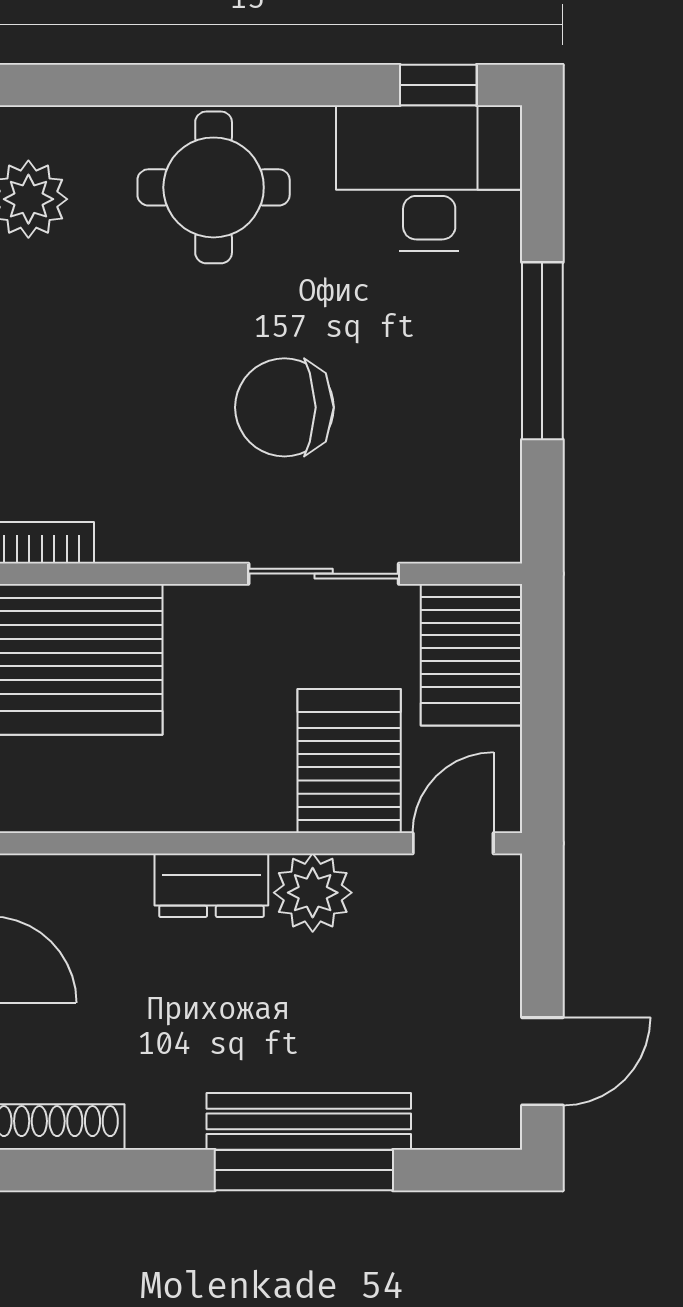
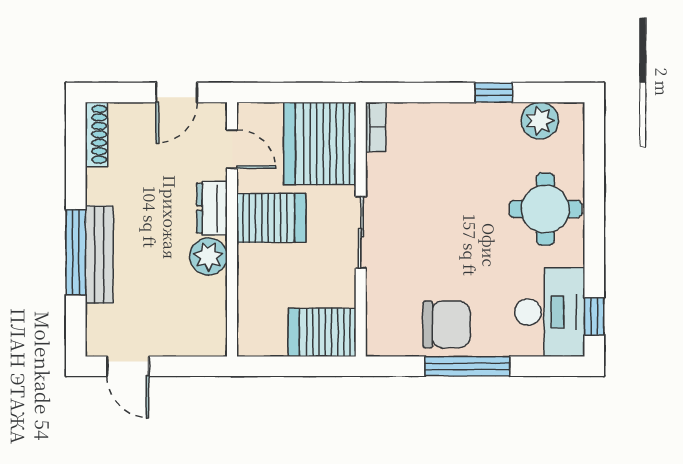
chair: (284, 407) -> (446, 324), moved, turned 90
sliding door: (324, 574) -> (361, 233), moved
server rack: (349, 761) -> (271, 218), moved
door: (453, 843) -> (232, 149), moved

